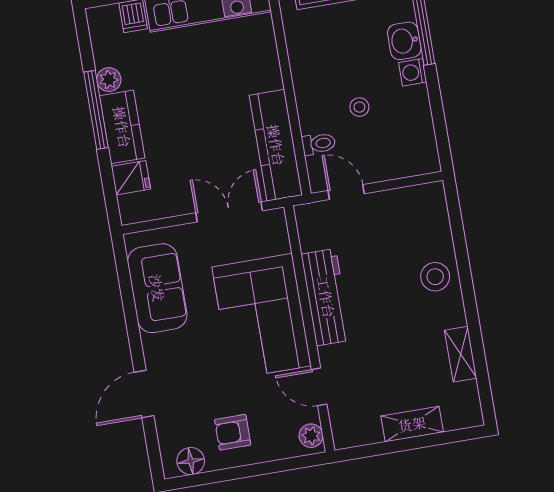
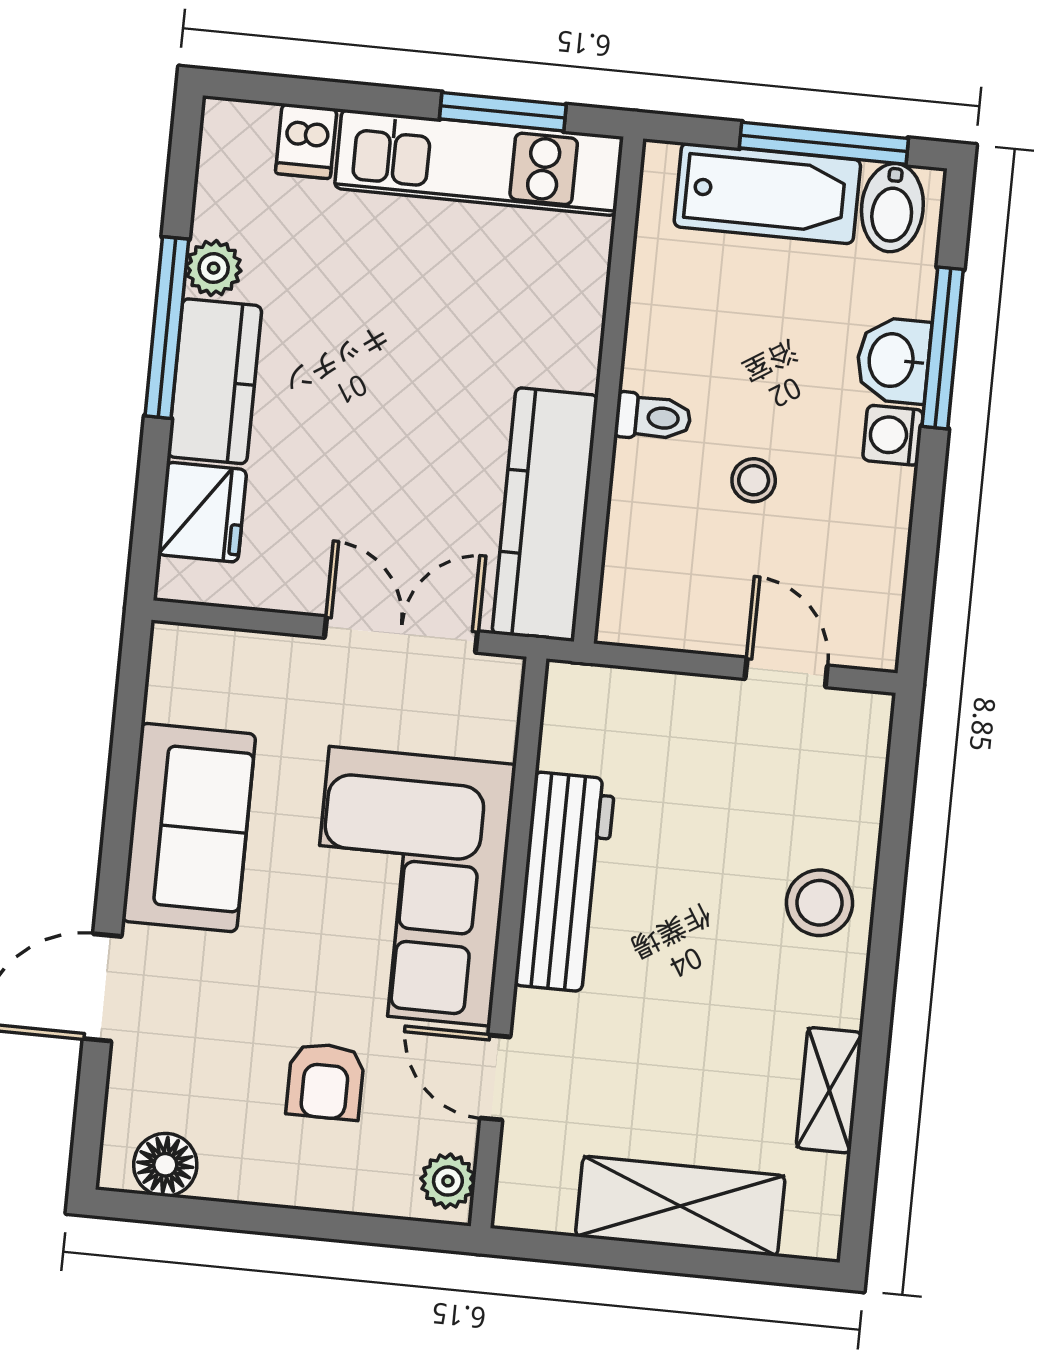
toilet: (319, 144) -> (653, 417), moved
fridge: (131, 178) -> (202, 512), width x1.38
door: (346, 192) -> (786, 672), moved
sofa: (157, 288) -> (189, 828), moved
shelving: (412, 424) -> (680, 1206), width x1.50, depth x1.33
armchair: (233, 432) -> (325, 1081), moved, turned -90

